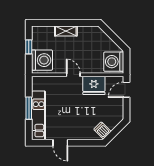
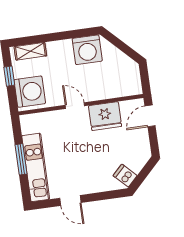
shelving: (66, 31) -> (30, 51), moved
washing machine: (114, 62) -> (87, 50), moved, turned -90

